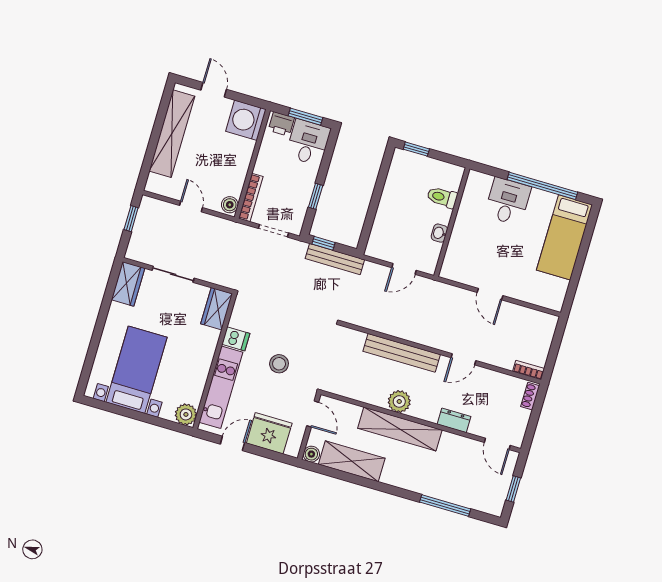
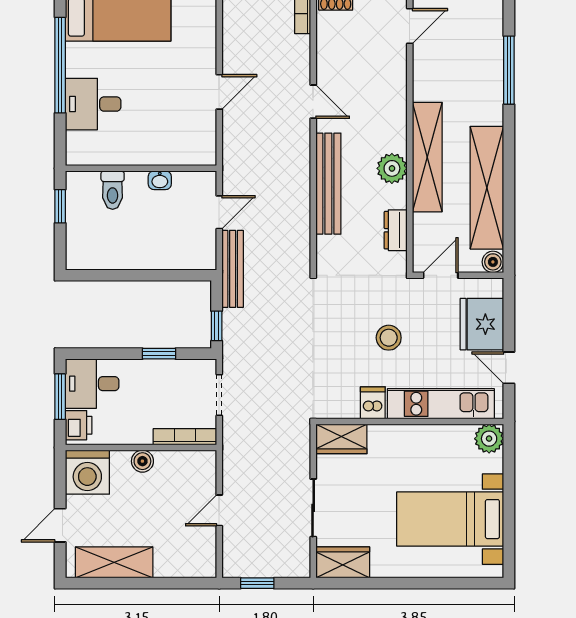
shelving: (172, 134) -> (114, 562), width x0.68
window: (416, 149) -> (60, 206), moved
boiler: (230, 205) -> (142, 461), moved
bench: (335, 259) -> (233, 269), moved
door: (404, 269) -> (219, 212), hinge flipped
dresser: (454, 420) -> (396, 230), moved
shelving: (352, 461) -> (487, 188), width x1.47

